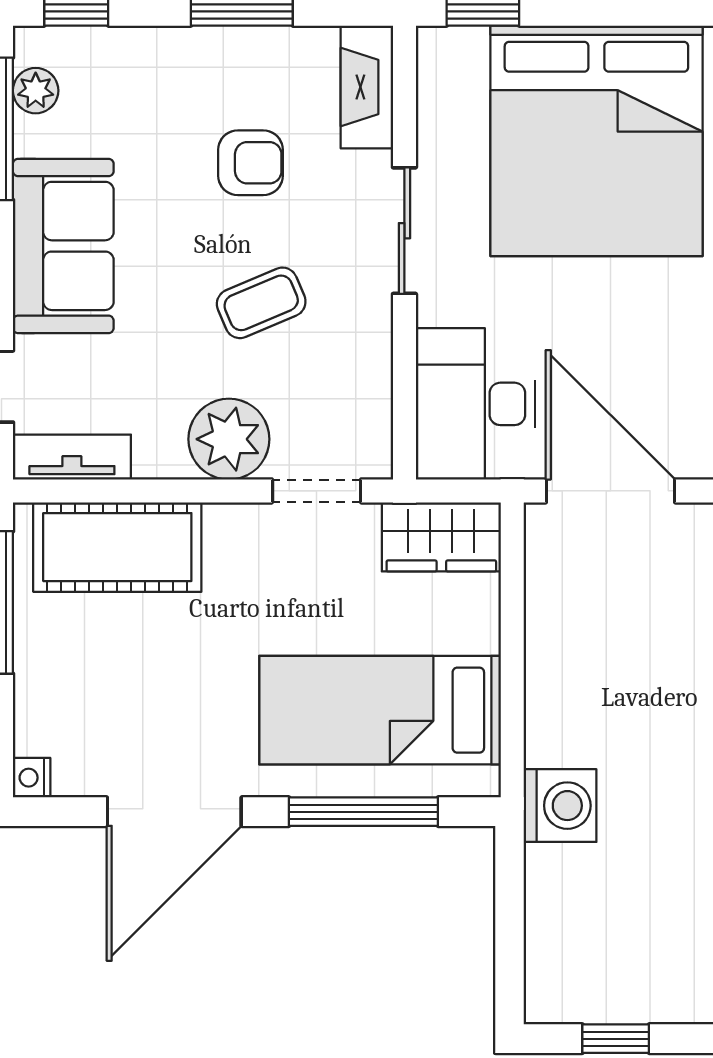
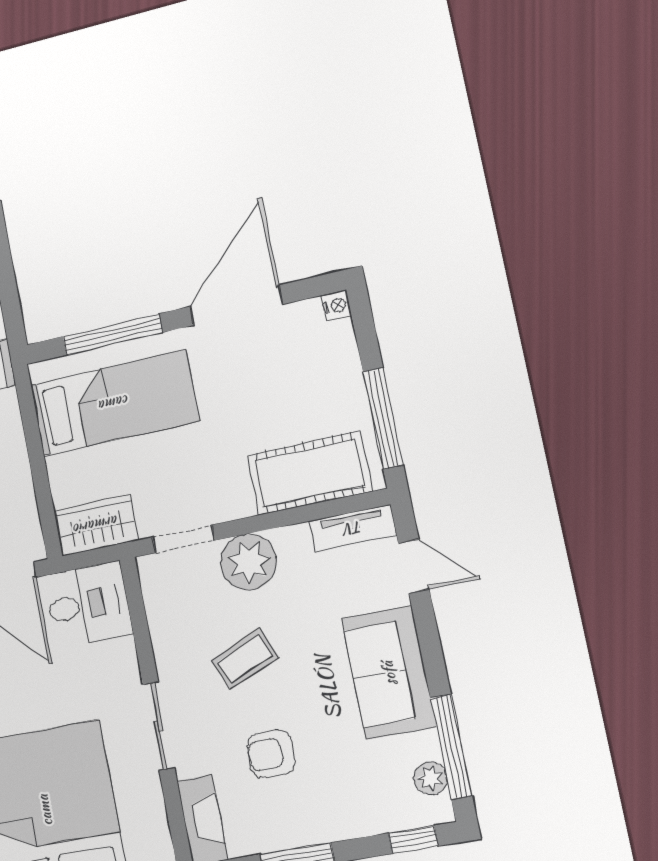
desk: (475, 404) -> (88, 604), width x0.73

